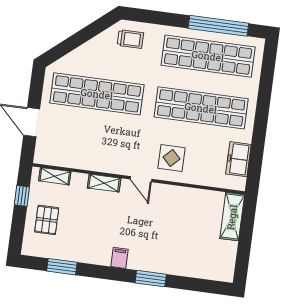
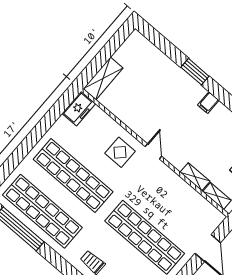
freezer: (238, 159) -> (79, 109), moved
shelving: (104, 183) -> (195, 177), moved

